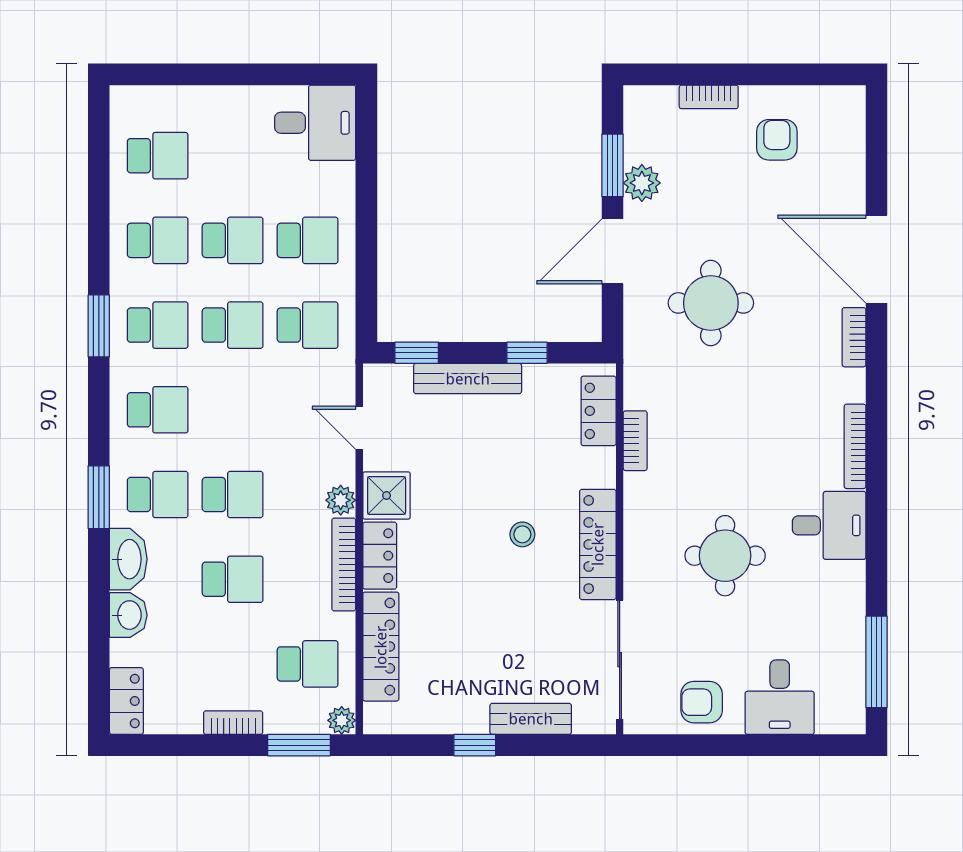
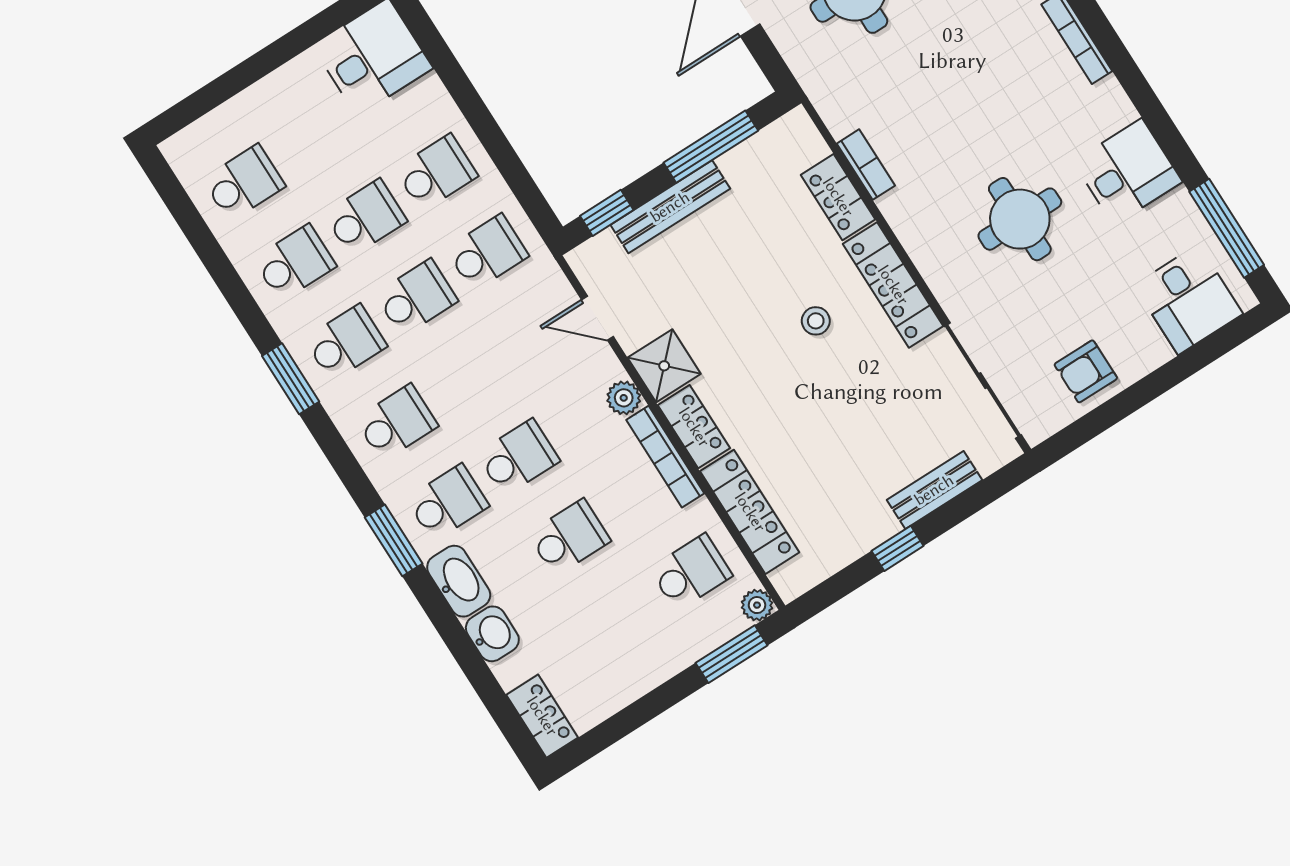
window: (527, 353) -> (711, 147), width x2.17
locker: (599, 411) -> (838, 197), moved
desk: (829, 525) -> (1128, 172), moved
desk: (780, 697) -> (1188, 300), moved
bookcase: (233, 723) -> (656, 672), removed

